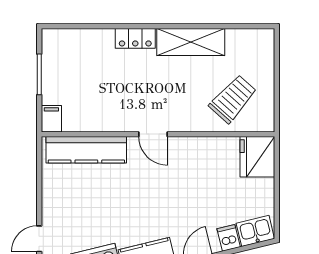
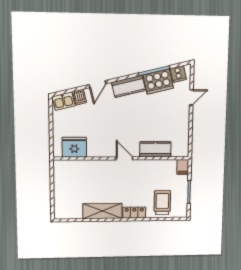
trolley: (233, 99) -> (162, 203), moved, turned 138
kitchen counter: (86, 150) -> (155, 149), width x0.67
fridge: (257, 157) -> (74, 147), moved, turned -90

